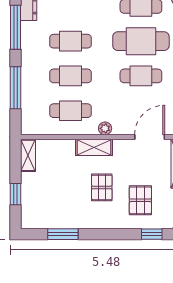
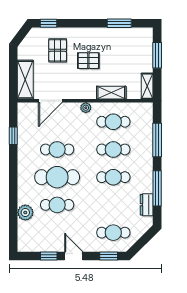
shelving: (94, 147) -> (111, 93), moved
pallet: (102, 187) -> (88, 61), turned 90
window: (16, 194) -> (157, 55), width x1.50

